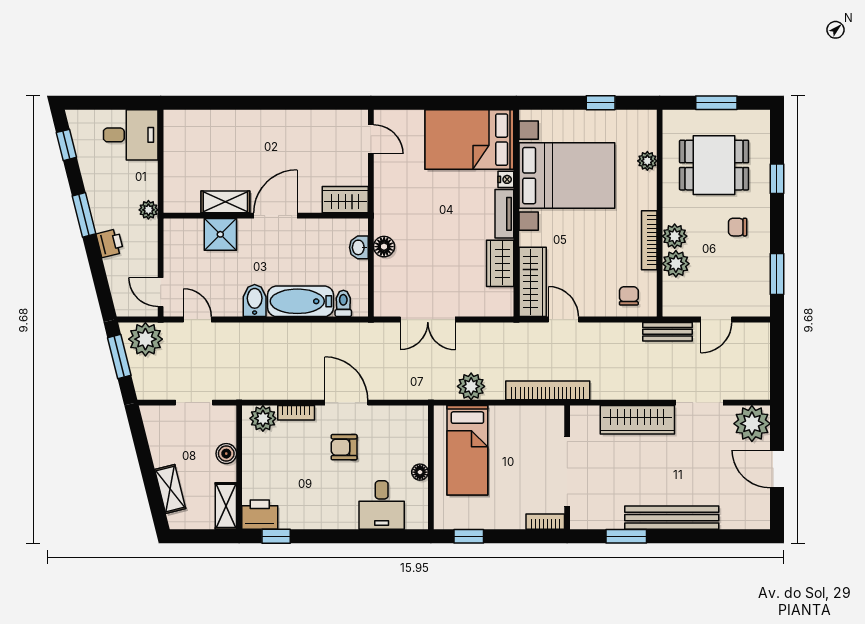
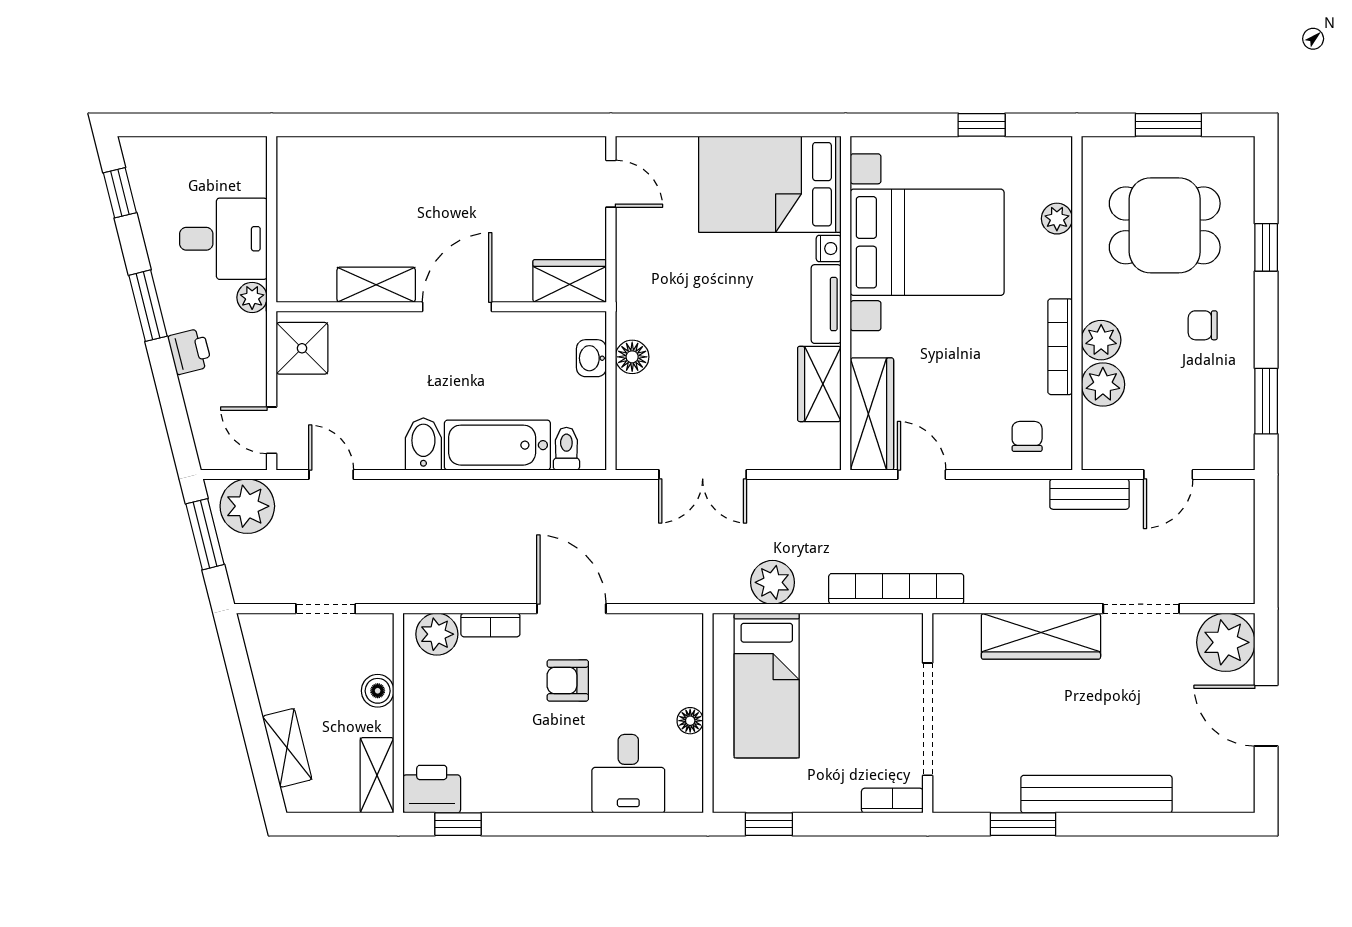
desk: (131, 135) -> (223, 239), moved
shower: (220, 234) -> (302, 348), moved

